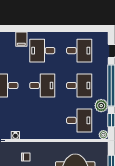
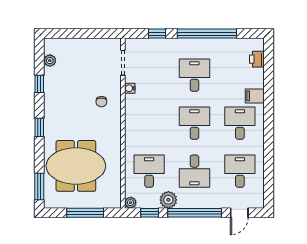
desk: (79, 51) -> (240, 171), turned 180
desk: (42, 86) -> (194, 123), turned 180
desk: (79, 120) -> (149, 171), turned 180

